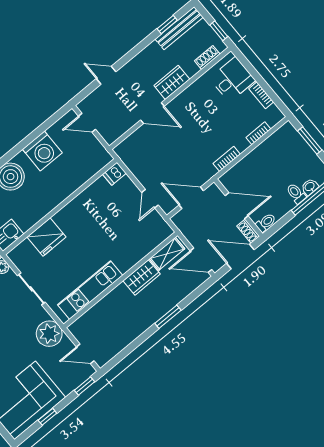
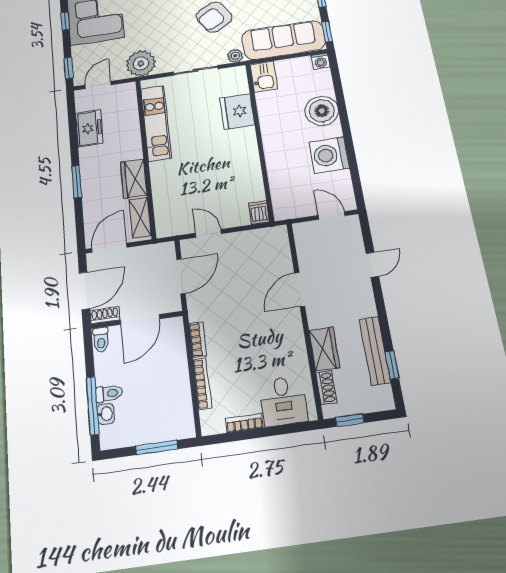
bench: (179, 28) -> (375, 351), moved
wardrobe: (172, 82) -> (324, 349), moved
door: (87, 123) -> (332, 215), hinge flipped
bookcase: (258, 133) -> (202, 384), width x1.56
freezer: (123, 336) -> (89, 128), added

